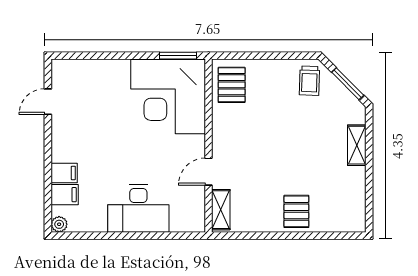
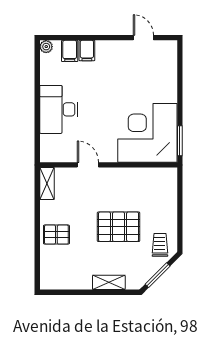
trolley: (309, 81) -> (160, 245), turned 88
pallet: (232, 85) -> (119, 227), moved, width x1.50, depth x1.42
shelving: (221, 210) -> (47, 184), moved, turned 90

